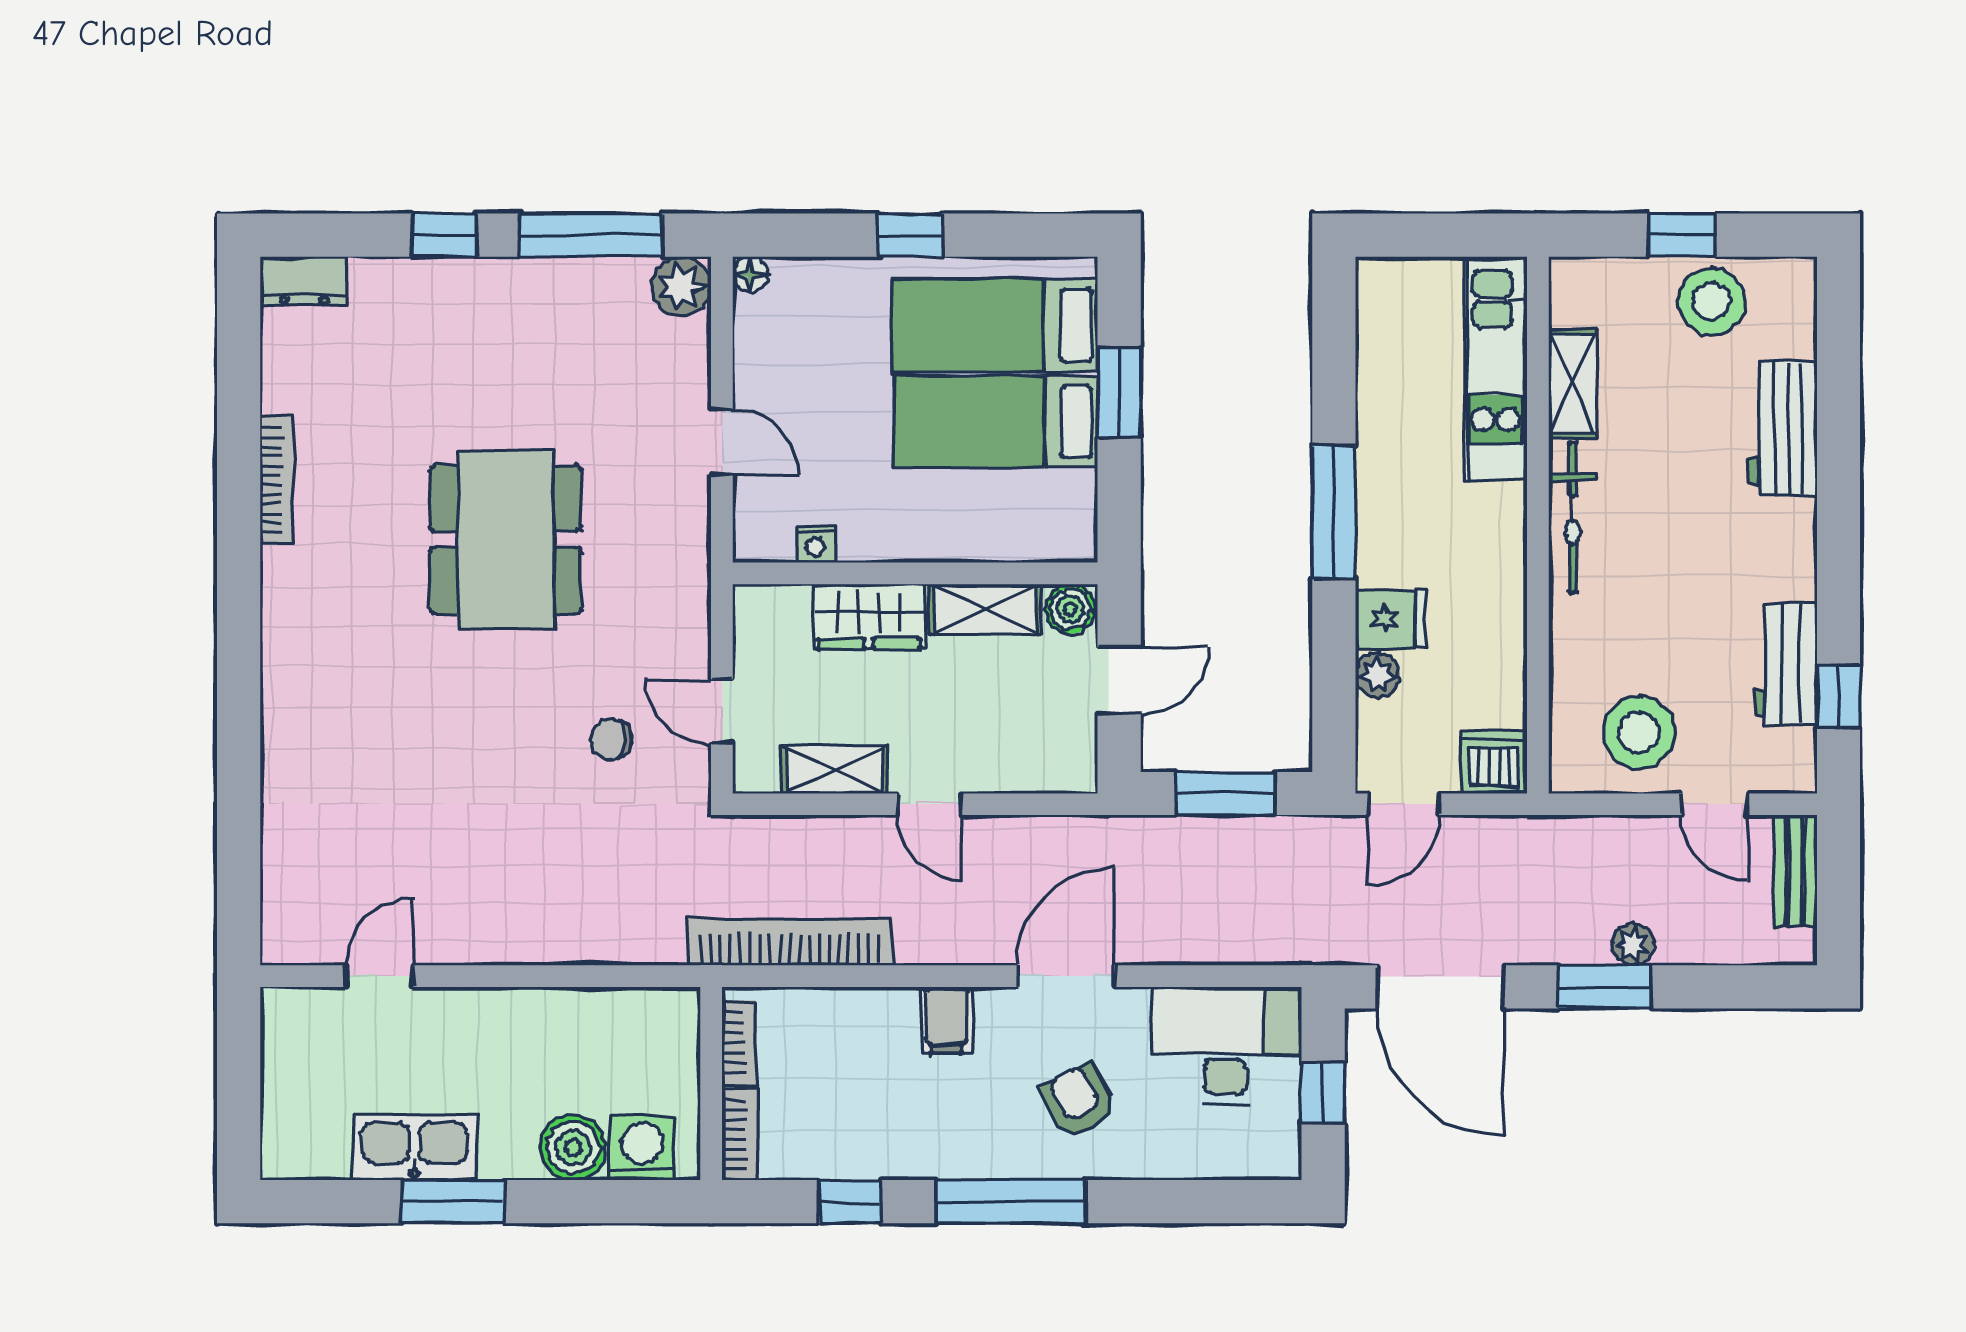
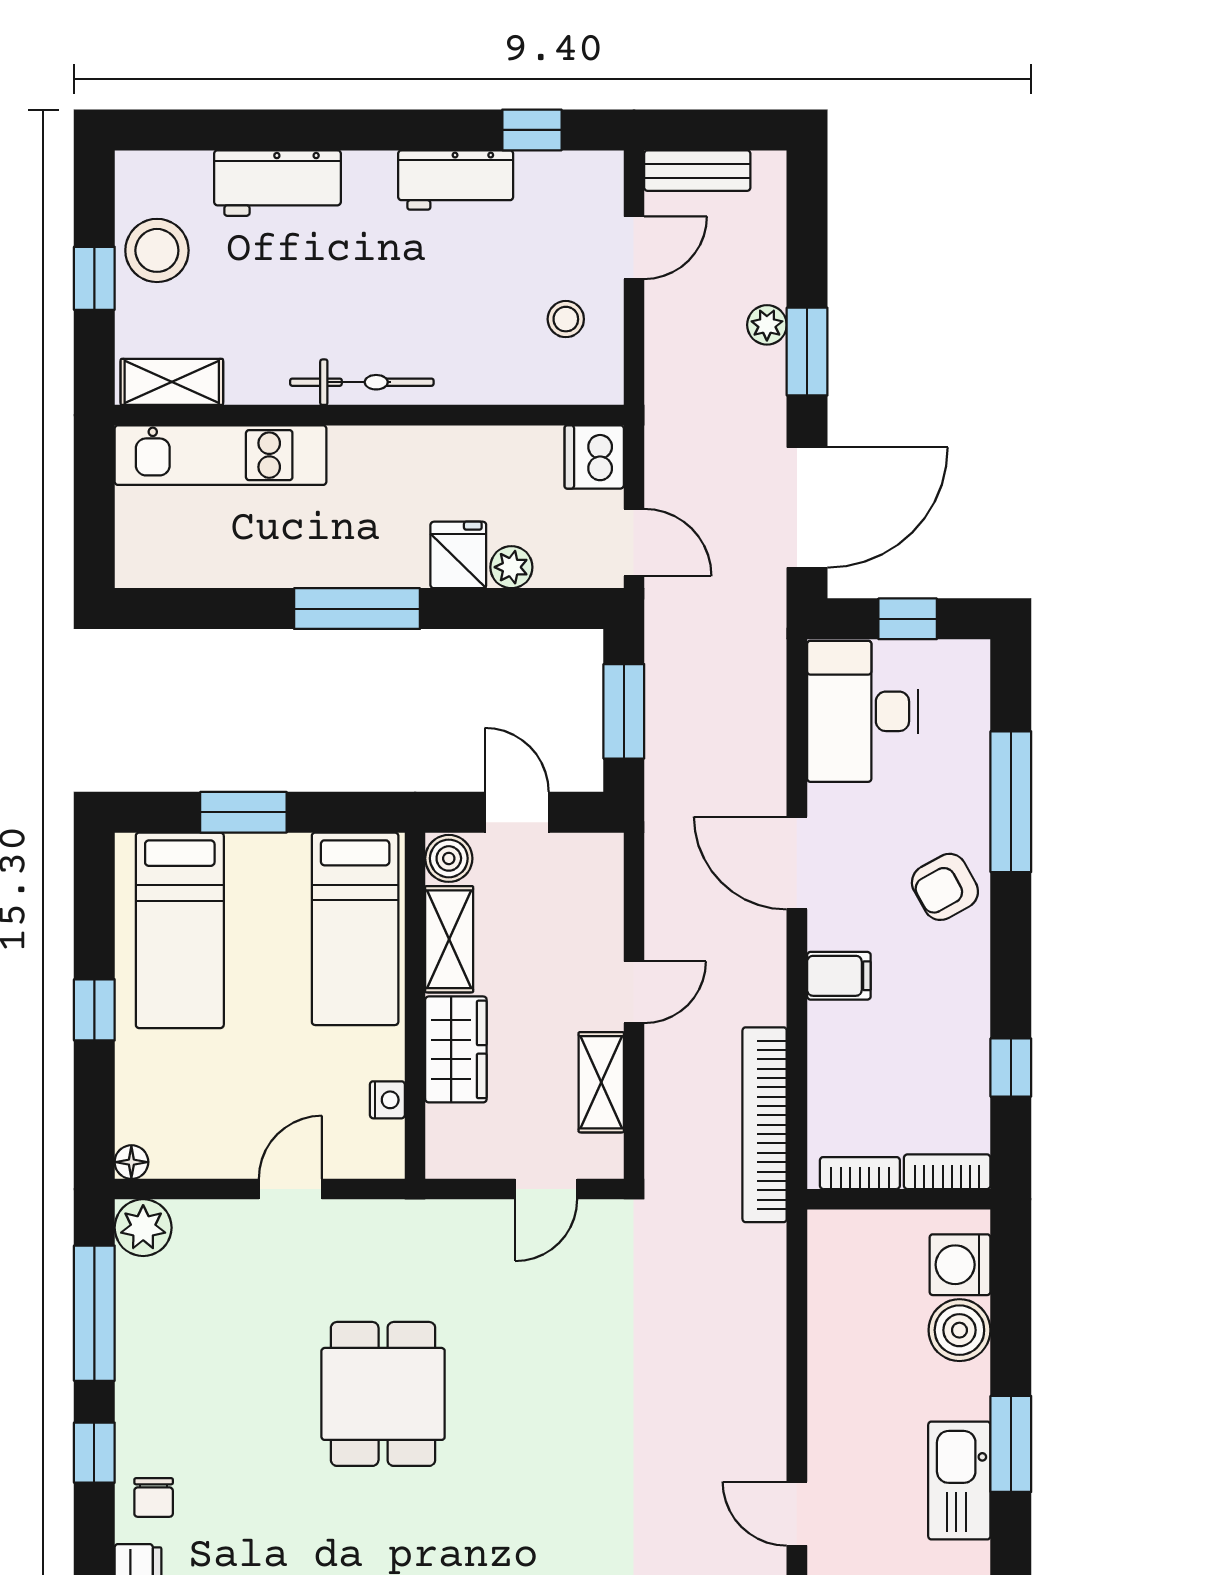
shelving: (1573, 383) -> (172, 382), moved
bed: (996, 422) -> (355, 929), moved
dining table: (506, 540) -> (383, 1394), width x0.73
workbench: (1786, 664) -> (456, 180), moved
stool: (1639, 732) -> (566, 319), width x0.53, depth x0.53
chair: (611, 740) -> (154, 1497), moved
armchair: (1079, 1101) -> (945, 887), moved
window: (1010, 1202) -> (1011, 802), moved

